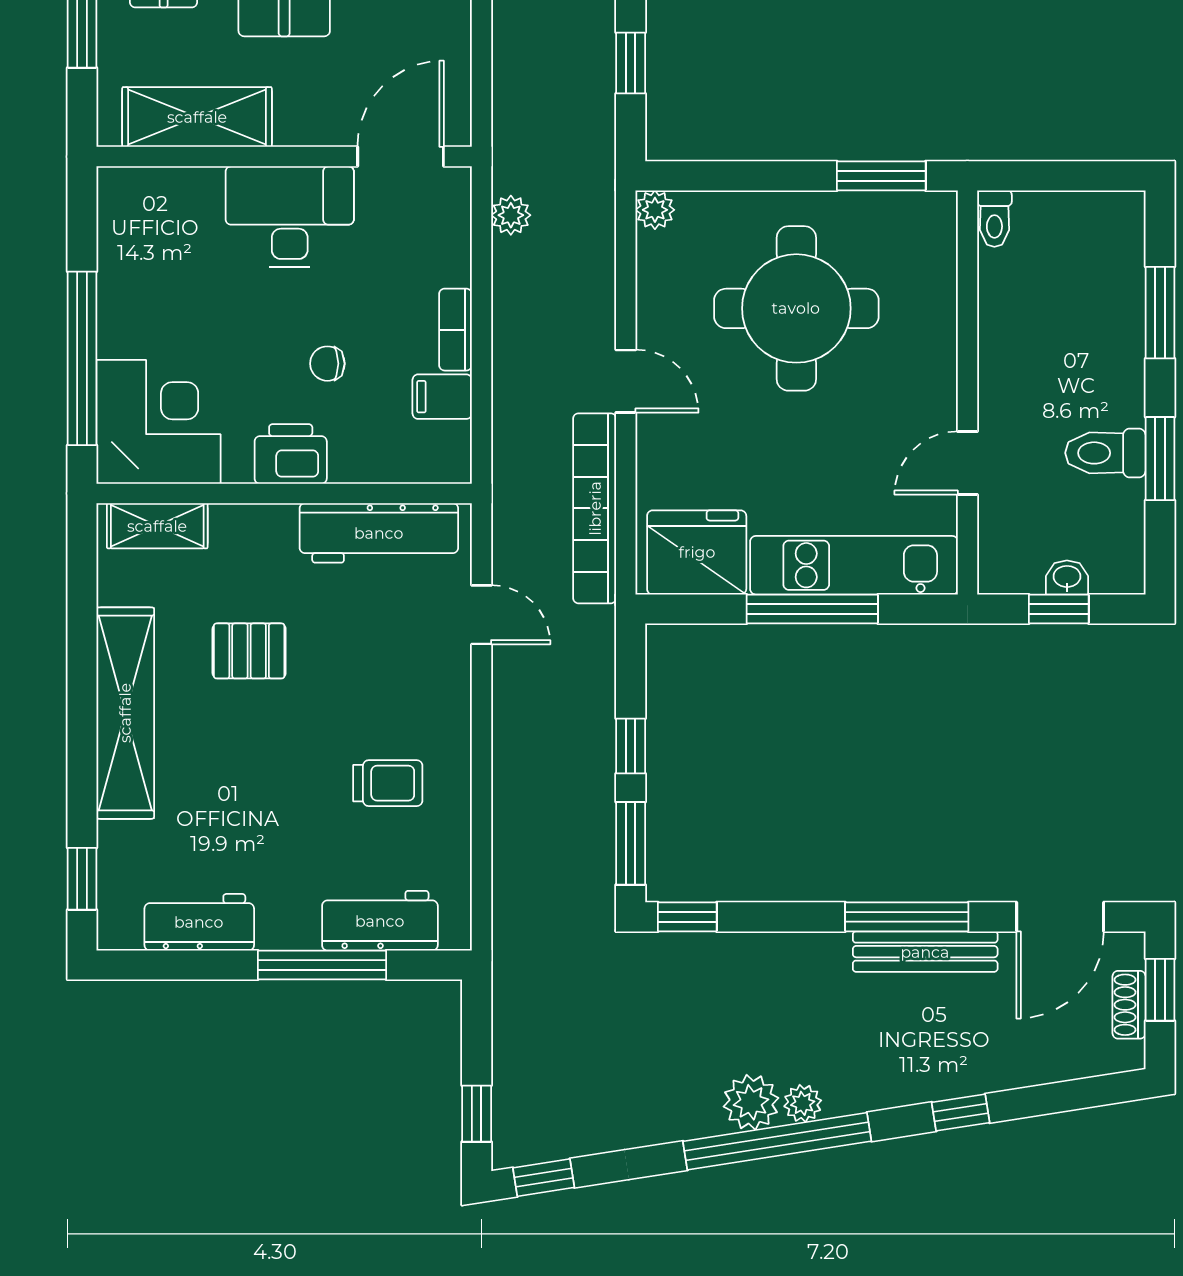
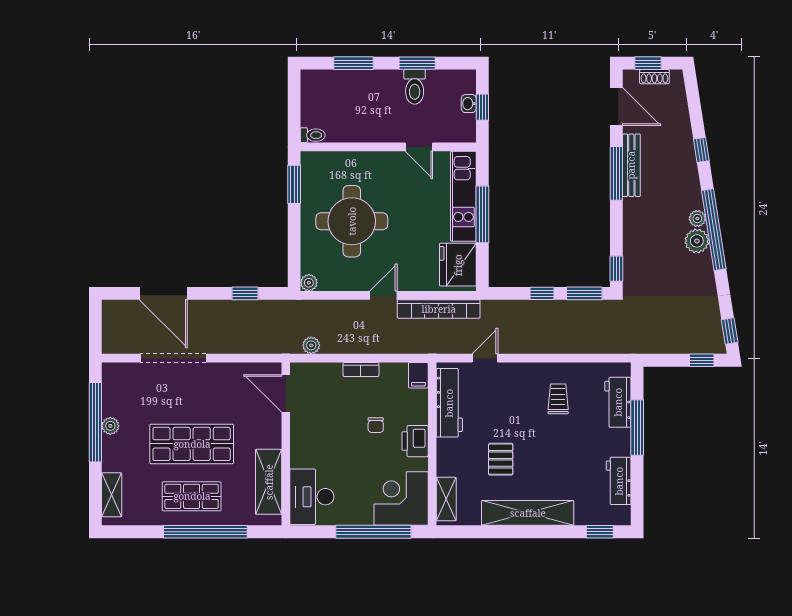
desk: (290, 217) -> (312, 497), moved
filing cabinet: (442, 397) -> (418, 375), moved

